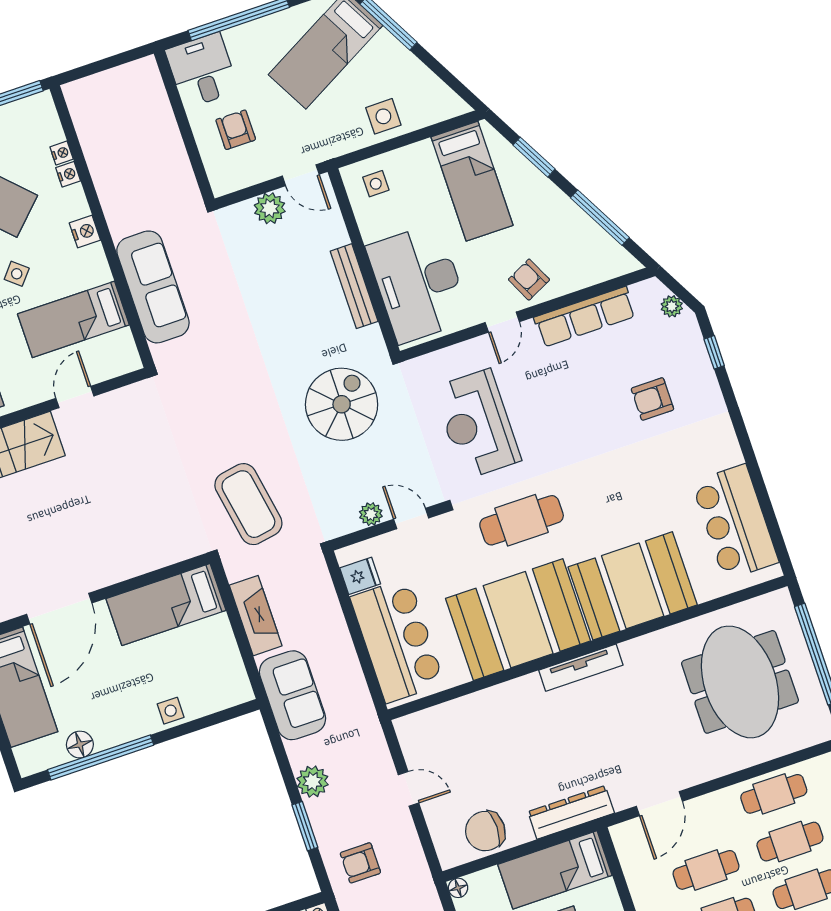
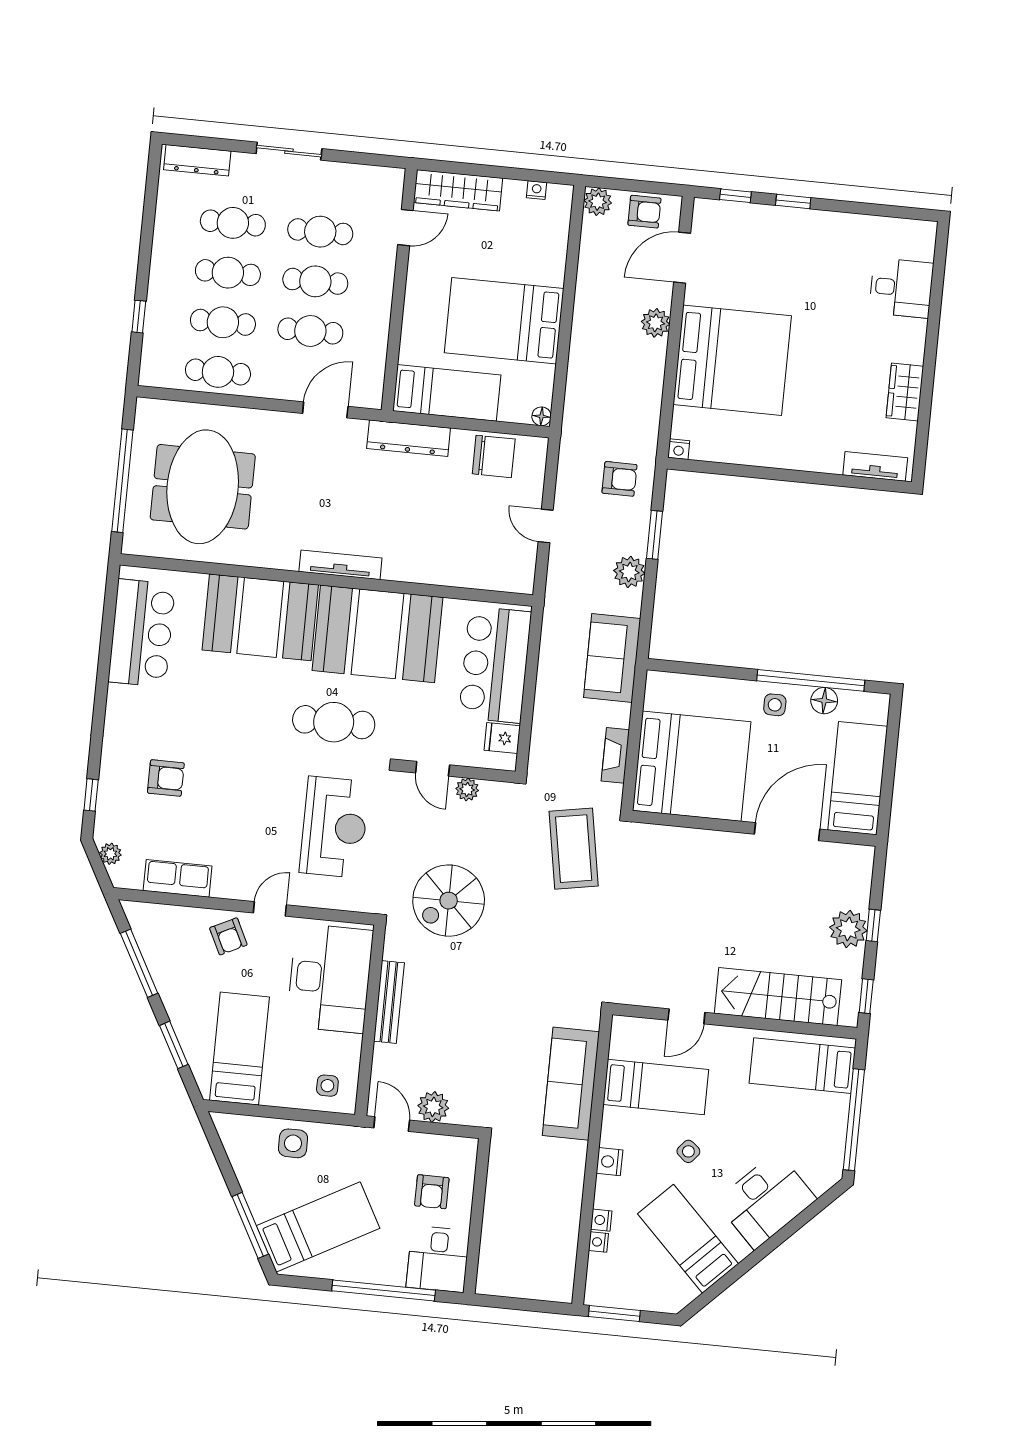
row of seats: (585, 317) -> (178, 878), width x0.68
bed: (166, 605) -> (692, 766), width x2.04
fireplace: (256, 616) -> (615, 755), width x0.73, depth x0.76
side table: (171, 711) -> (775, 705), moved

